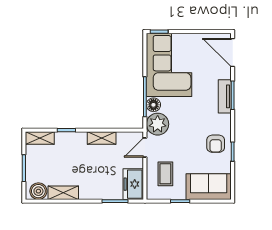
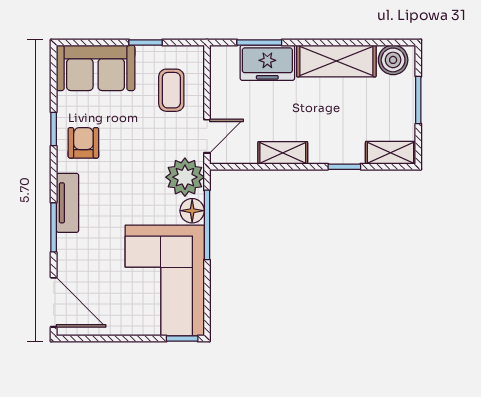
tv unit: (225, 96) -> (68, 203), moved
freezer: (133, 184) -> (267, 63), moved, turned 90
shelving: (63, 193) -> (336, 61), width x1.50, depth x1.33

